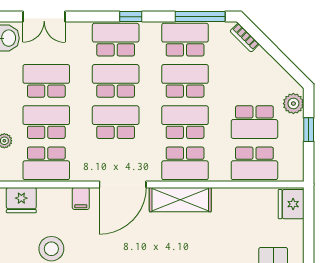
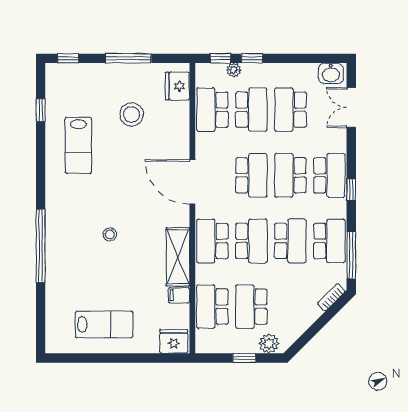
school desk: (46, 81) -> (290, 110), turned 180
school desk: (116, 81) -> (290, 175), turned 180
filing cabinet: (81, 198) -> (179, 295), moved
shelving: (180, 200) -> (178, 257), moved

